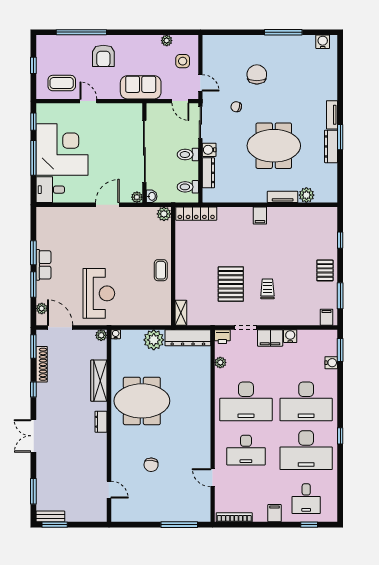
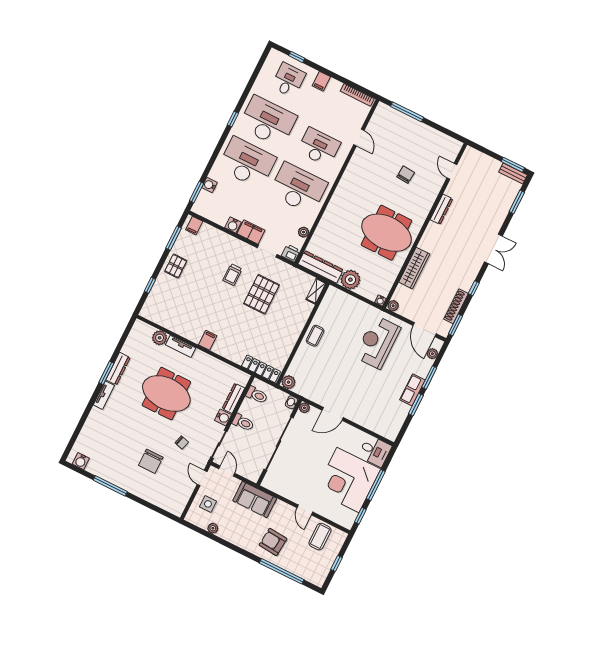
armchair: (103, 56) -> (273, 542), turned -85
coffee table: (62, 83) -> (320, 537), turned 90
dresser: (101, 422) -> (441, 209), moved, width x1.44

